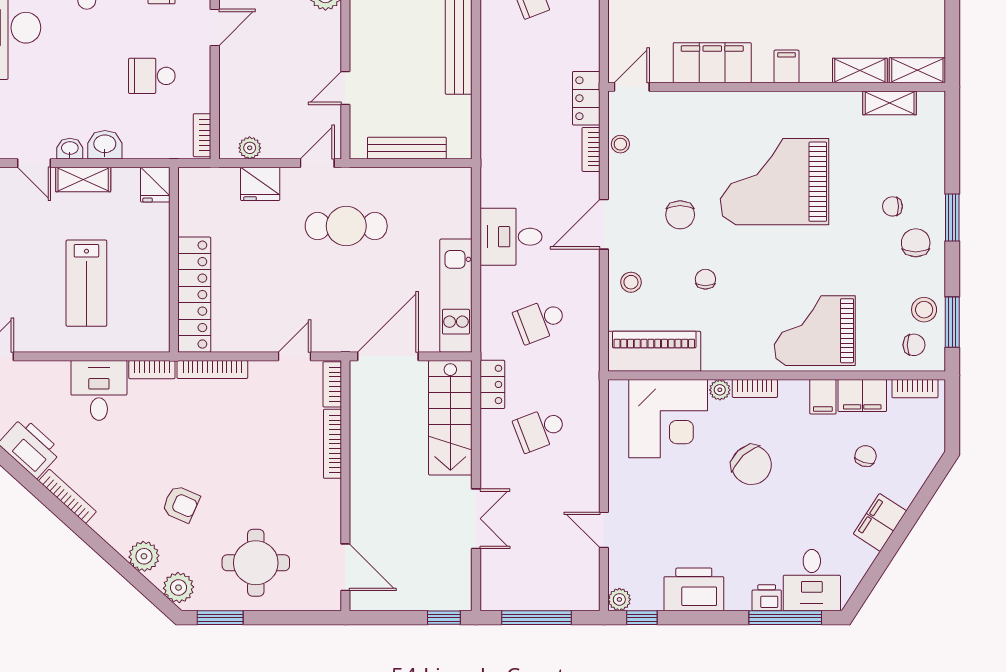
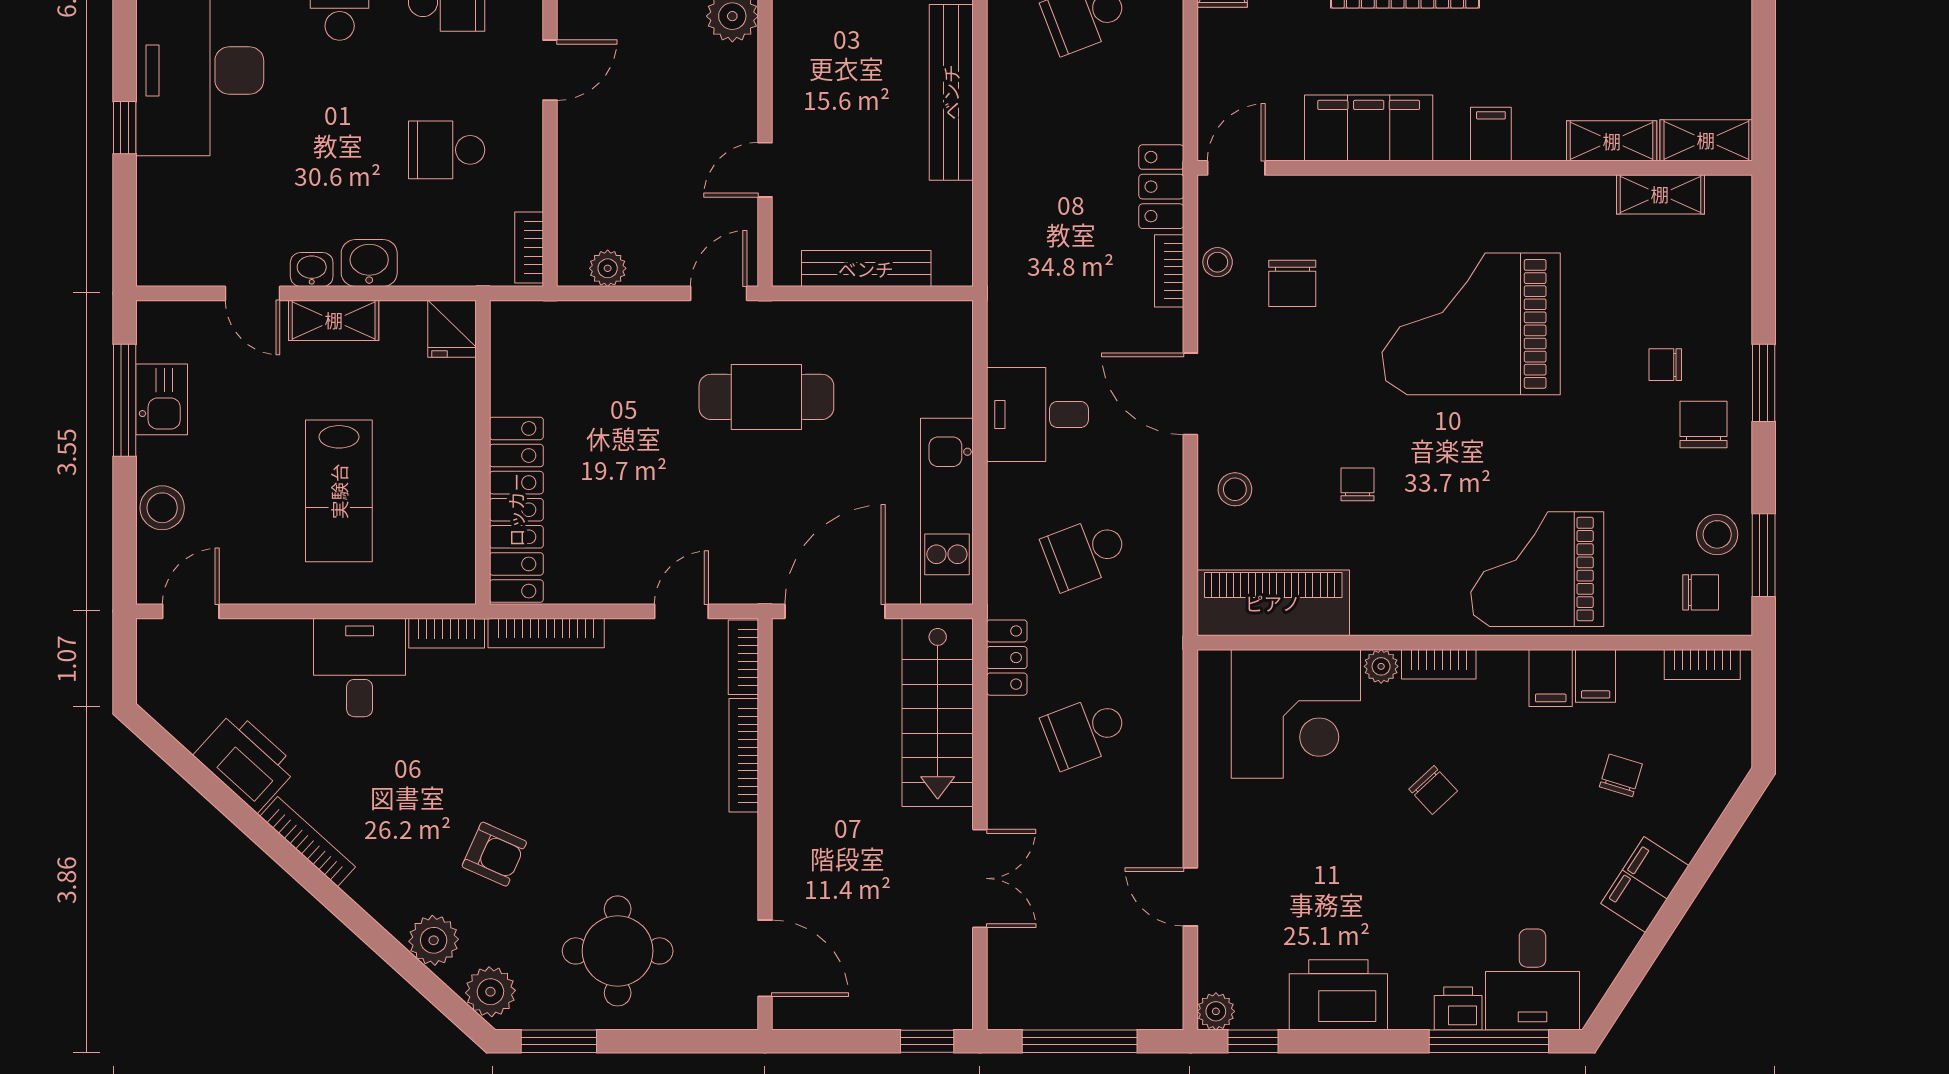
fridge: (260, 184) -> (625, 328), removed
chair: (680, 215) -> (1292, 283), moved
door: (604, 224) -> (1190, 394), hinge flipped
filing cabinet: (862, 396) -> (1596, 676), width x0.50
chair: (751, 465) -> (1433, 790), width x0.54, depth x0.54

